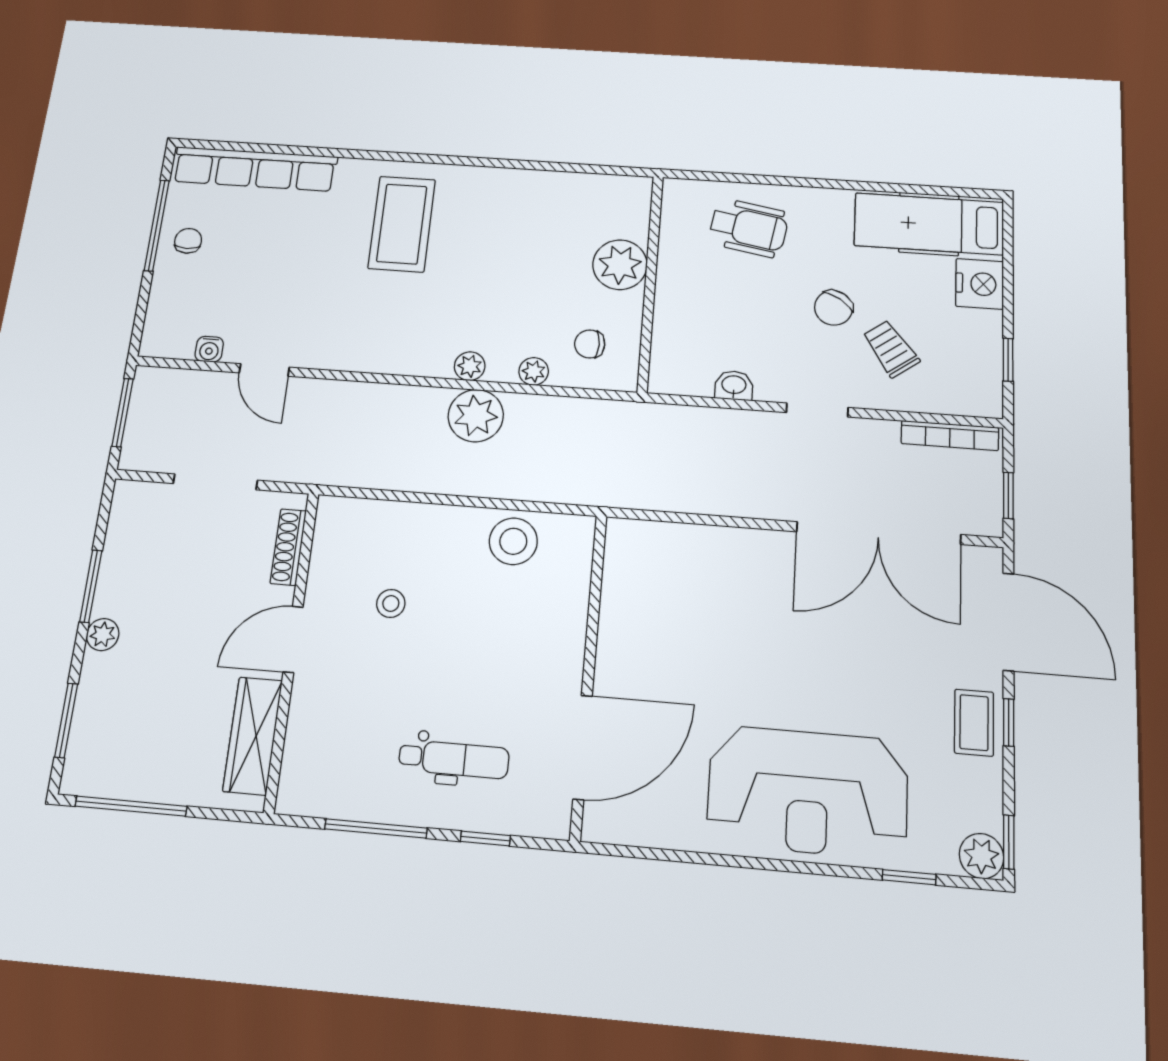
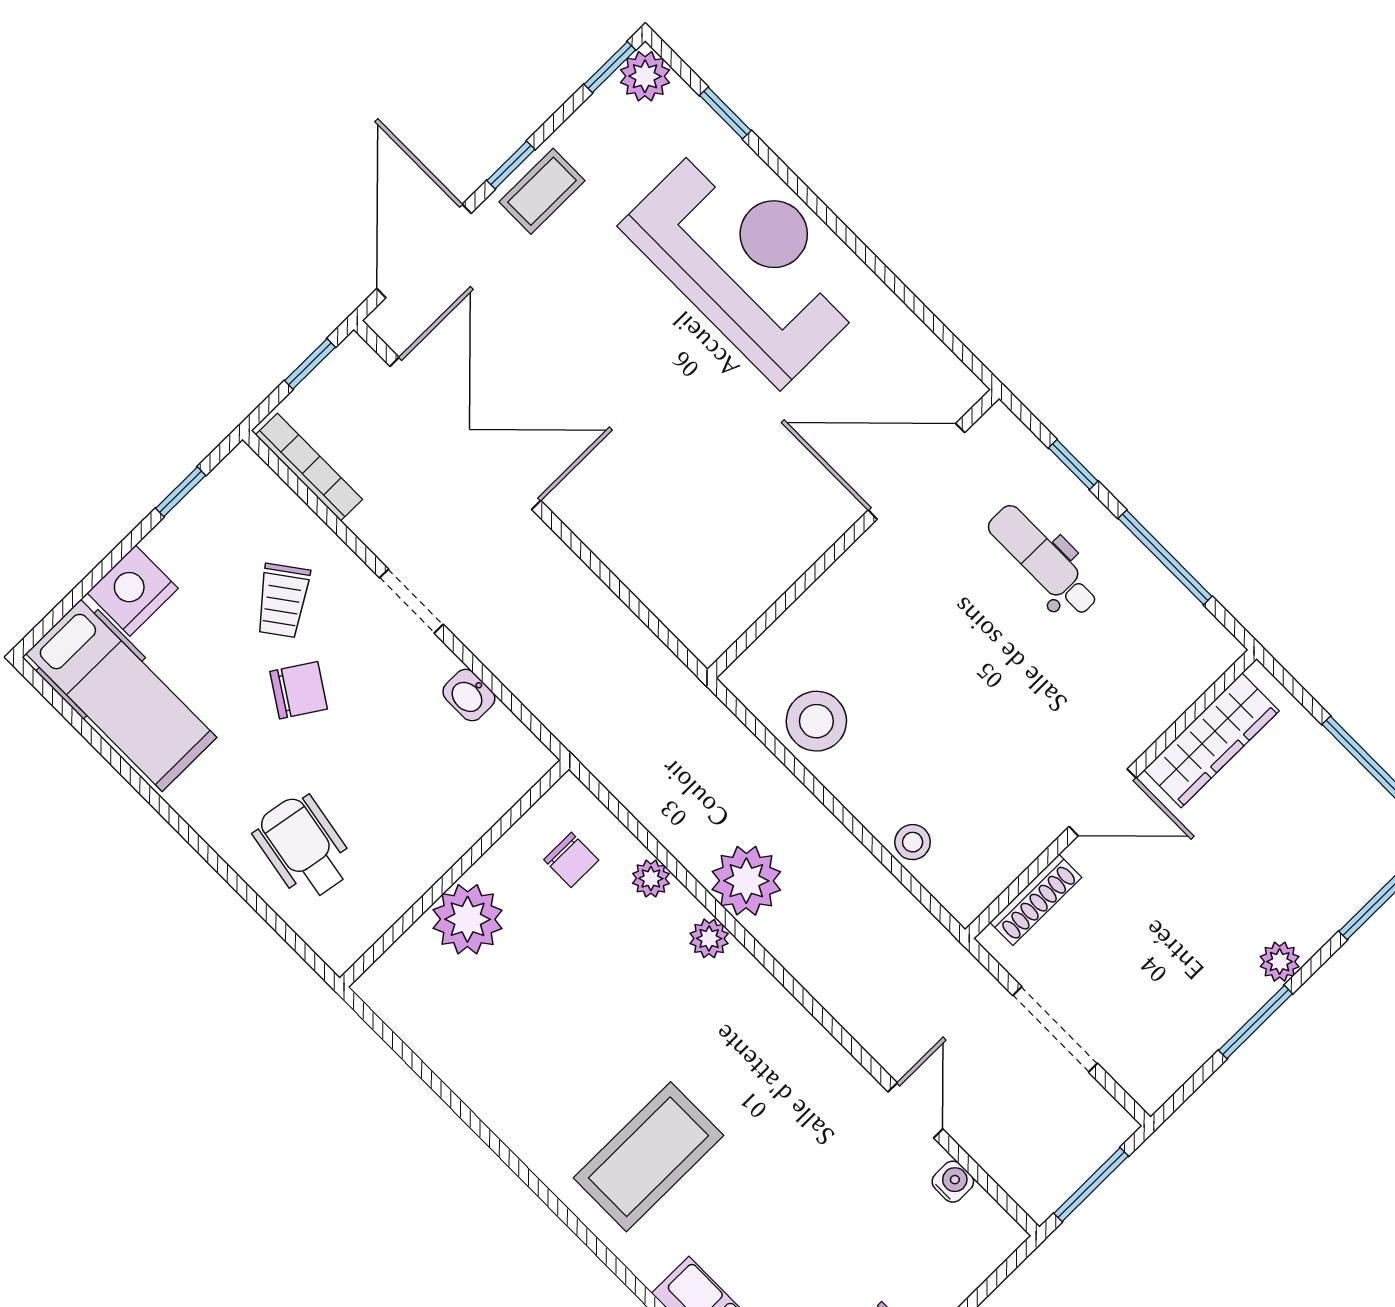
stool: (391, 604) -> (913, 842), moved

